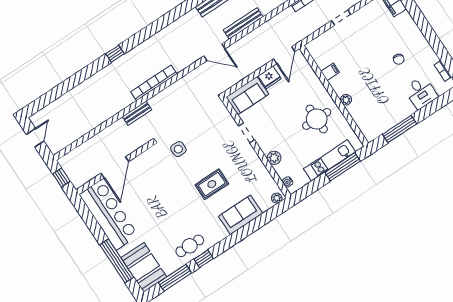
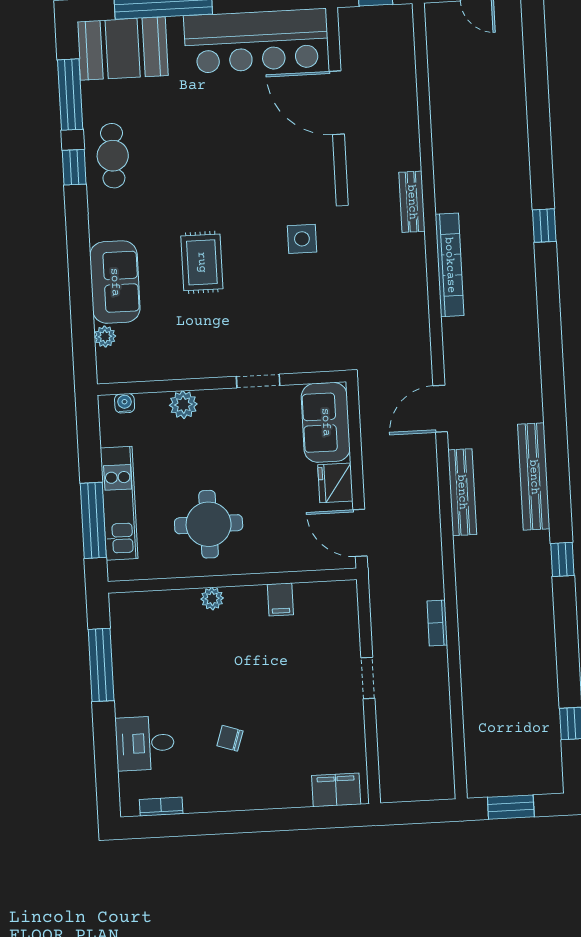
plant: (277, 198) -> (105, 337), moved

